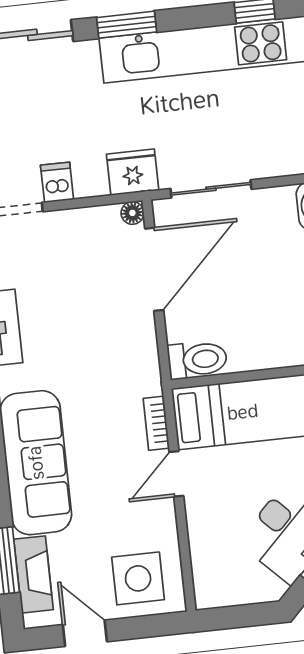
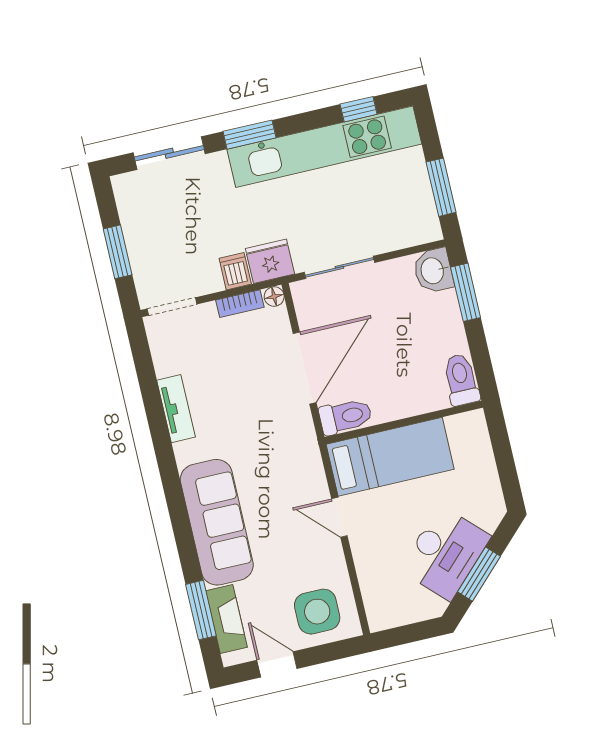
dishwasher: (57, 182) -> (235, 271), moved
door: (154, 269) -> (305, 368), moved
bookcase: (156, 423) -> (240, 304), moved, turned -90
door: (176, 474) -> (339, 517), hinge flipped

